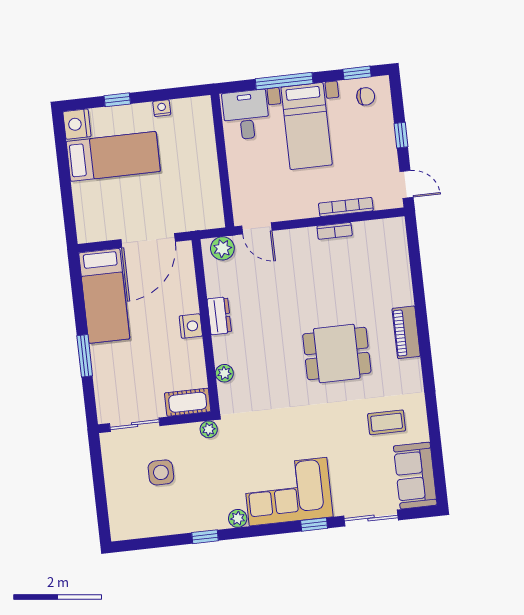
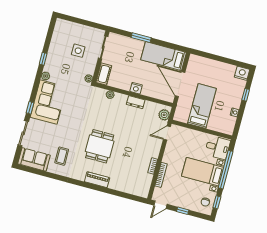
window: (284, 81) -> (226, 170), width x1.46
bed: (113, 156) -> (202, 106), moved, turned 180

